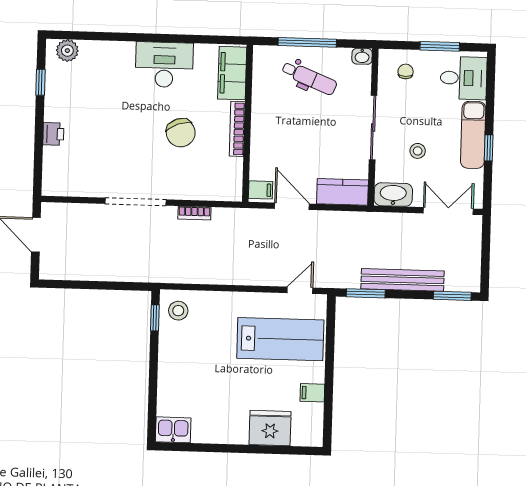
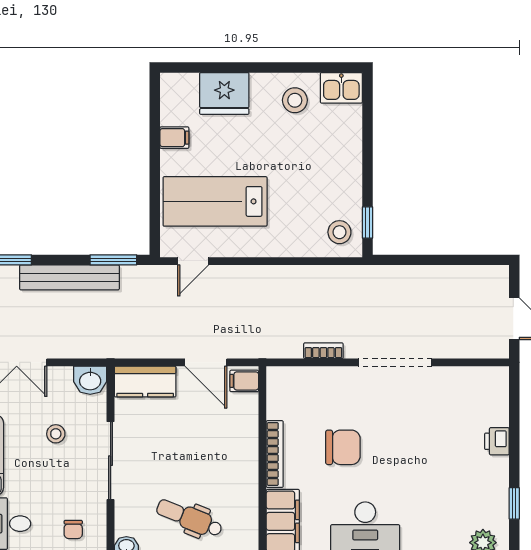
chair: (181, 133) -> (343, 447), turned 110
washbasin: (393, 195) -> (90, 380), width x0.72
stool: (212, 421) -> (295, 100), added

